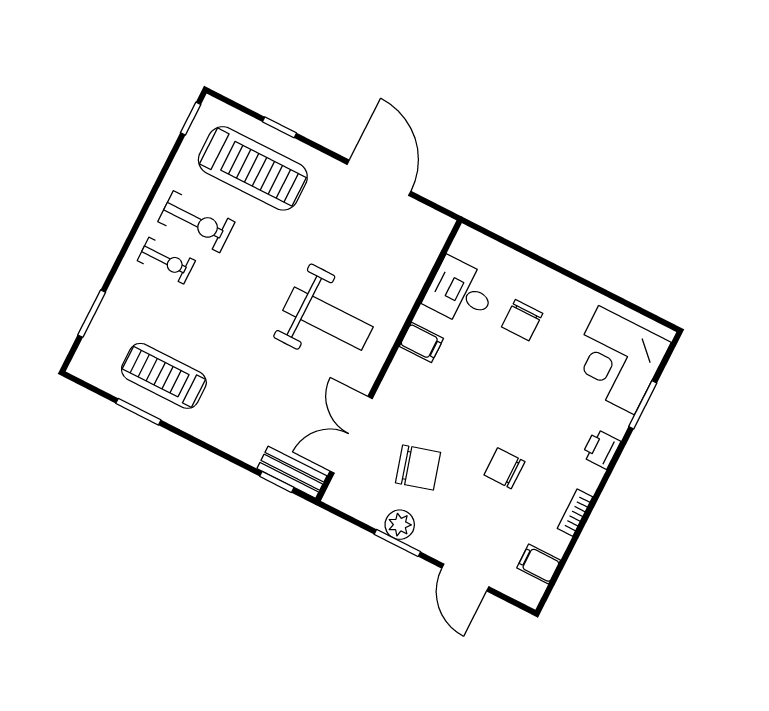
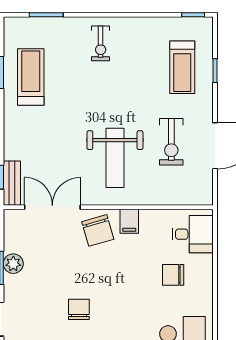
treadmill: (253, 168) -> (182, 67), width x0.73, depth x0.73
exercise bike: (196, 222) -> (171, 142), moved
desk: (461, 292) -> (193, 234), moved, turned 90
chair: (418, 468) -> (98, 230), moved

